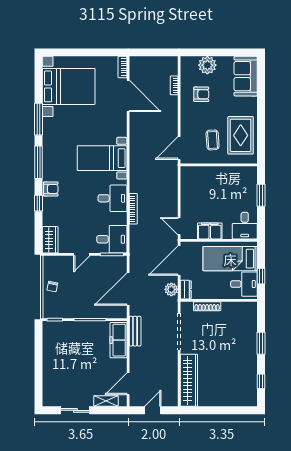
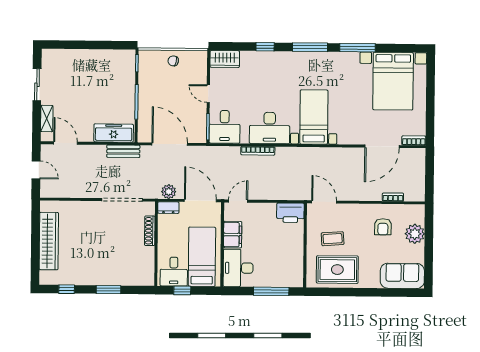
printer: (189, 179) -> (290, 213), added
armchair: (51, 189) -> (281, 60), removed
window: (261, 195) -> (271, 291), width x1.44
desk: (112, 198) -> (270, 128), width x1.37
desk: (245, 226) -> (238, 268), width x1.37
wardrobe: (189, 380) -> (49, 241), moved, turned -90

